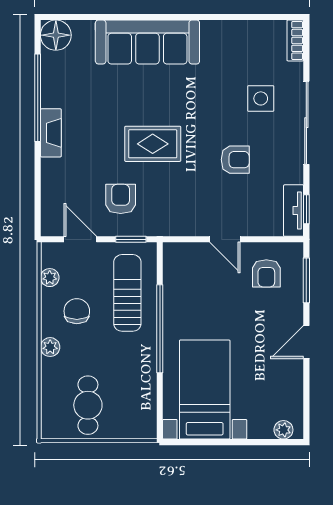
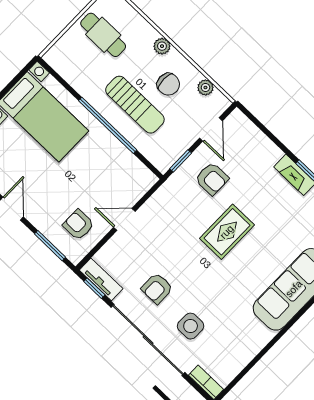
sliding door: (306, 123) -> (148, 340), width x1.36
armchair: (235, 160) -> (157, 288), moved
door: (80, 239) -> (211, 129), hinge flipped
sun lounger: (127, 293) -> (135, 105), moved

